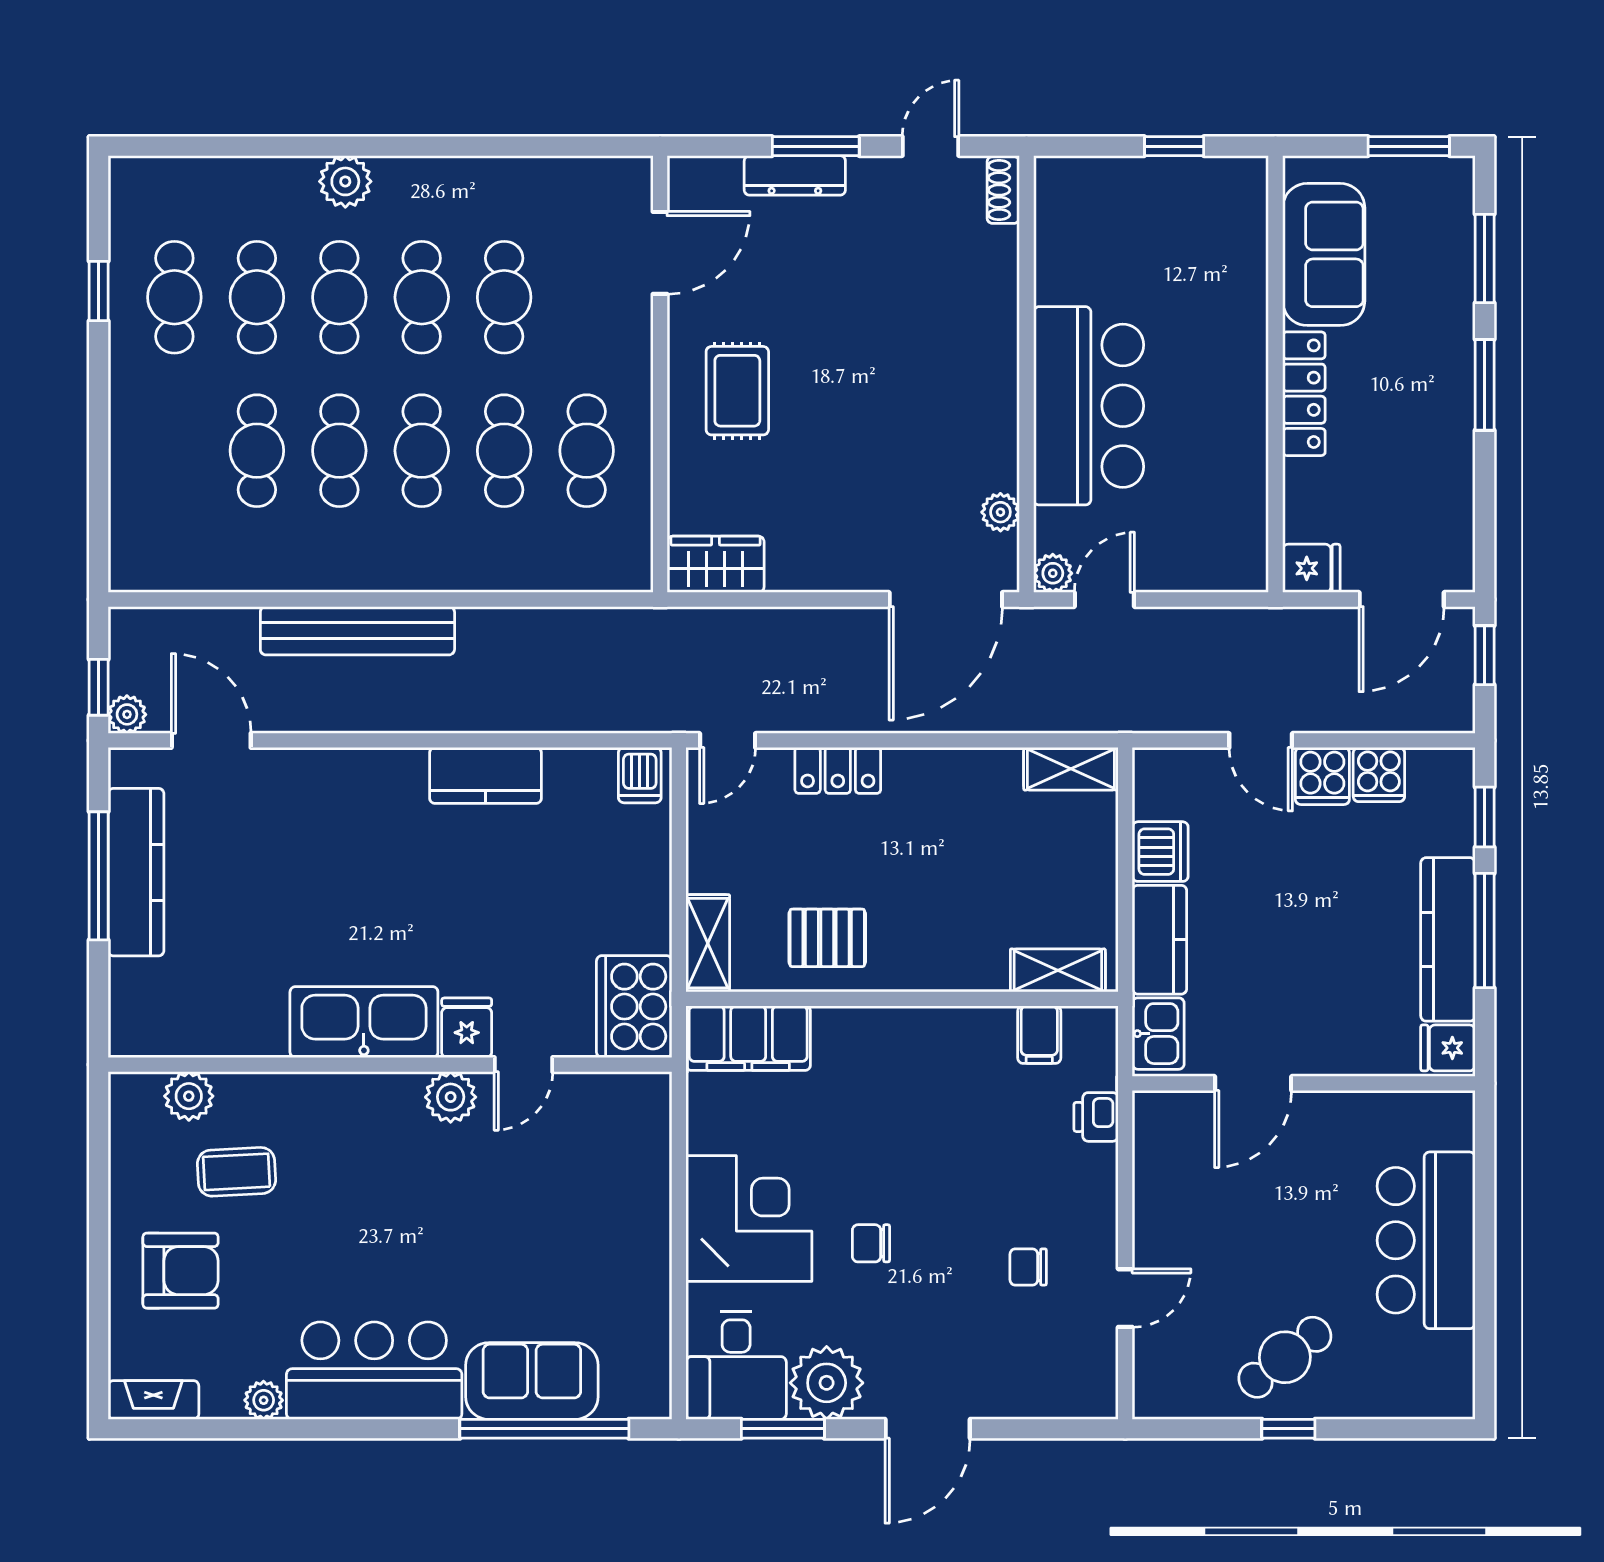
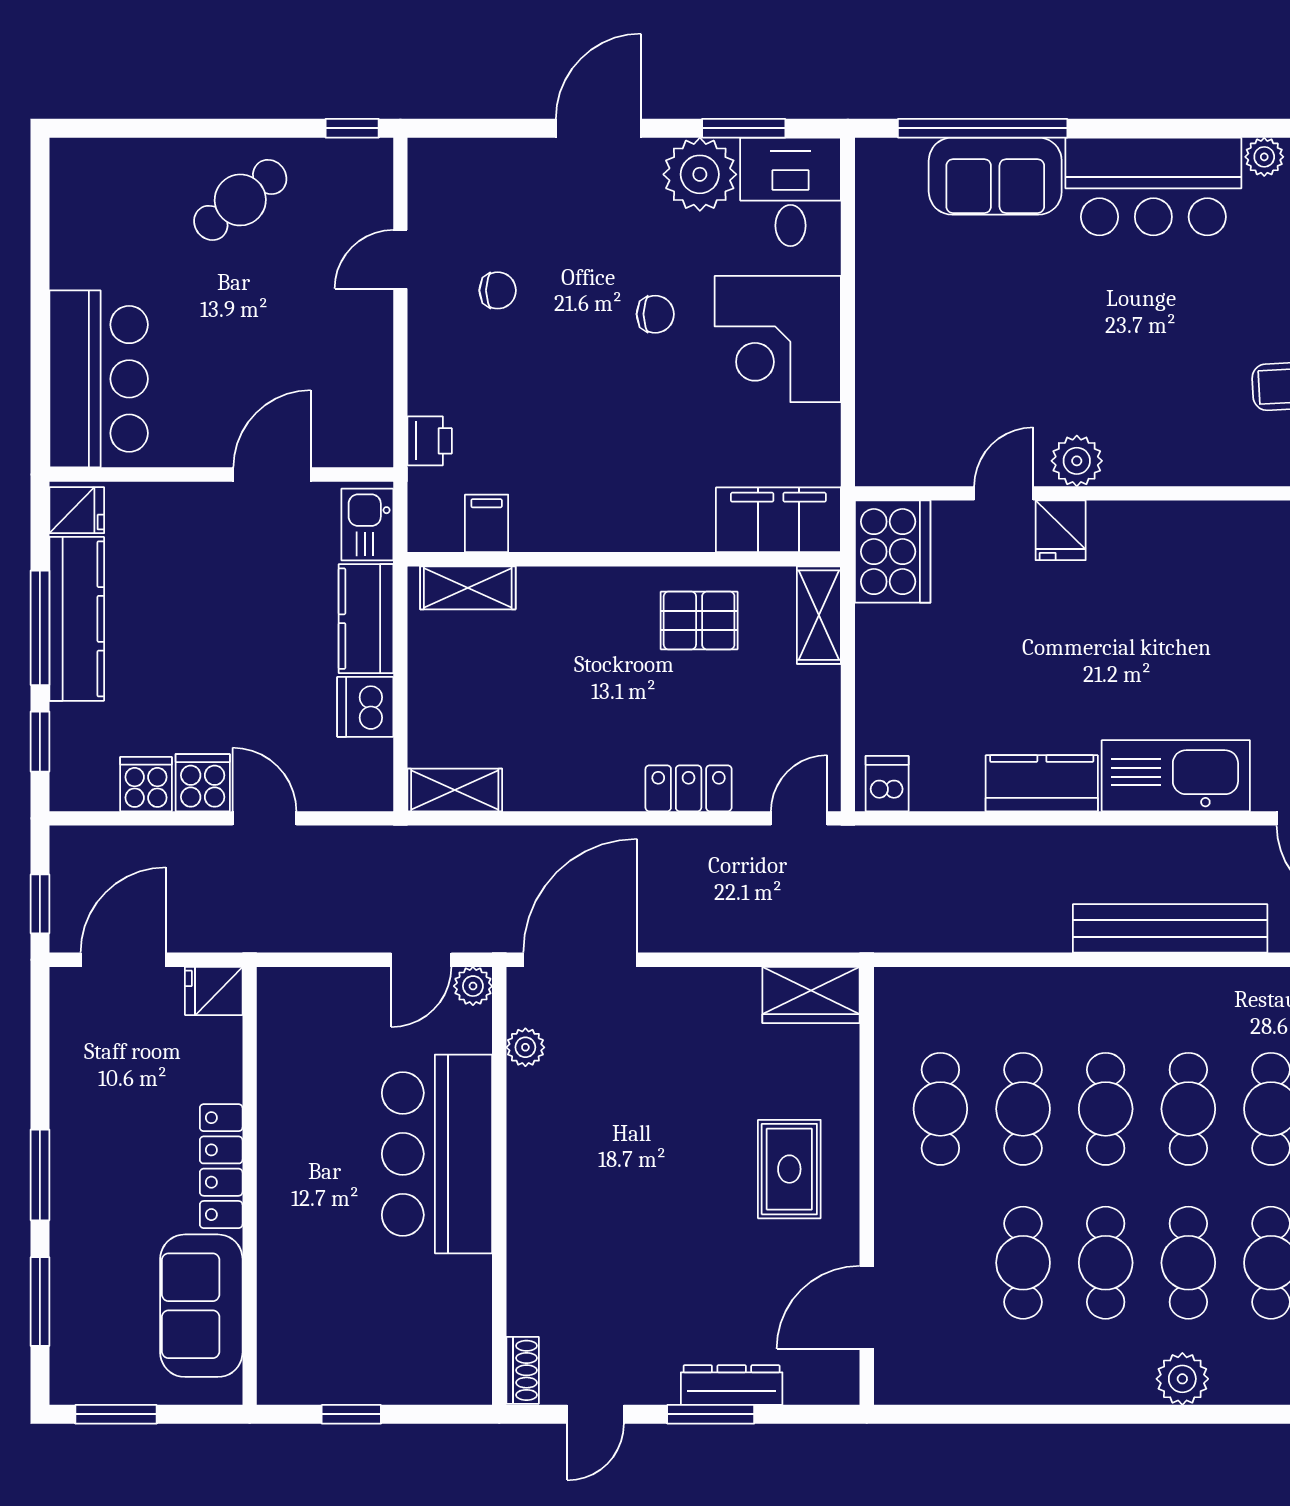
kitchen sink: (364, 1022) -> (1176, 776), moved, turned 180
bar counter: (1426, 1240) -> (99, 379), moved
window: (1288, 1429) -> (352, 128), moved

